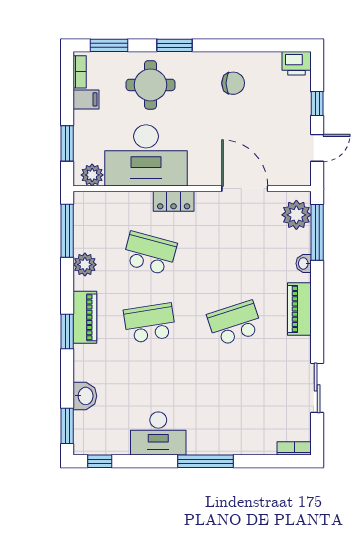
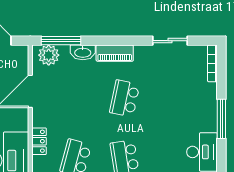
washbasin: (304, 263) -> (83, 52), width x1.91, depth x1.45
school desk: (235, 323) -> (125, 98), turned 30
bookcase: (294, 448) -> (212, 63), width x1.56

